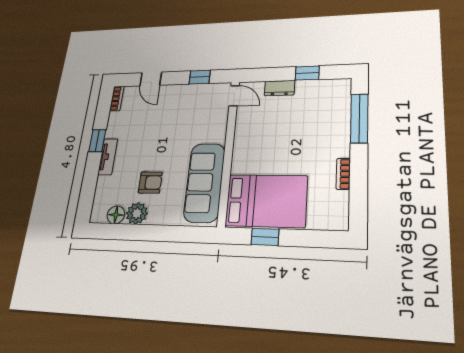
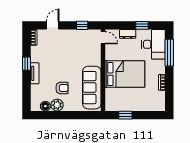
door: (151, 79) -> (53, 25), swing flipped
desk: (328, 104) -> (154, 44), added
bed: (266, 201) -> (125, 74), moved

